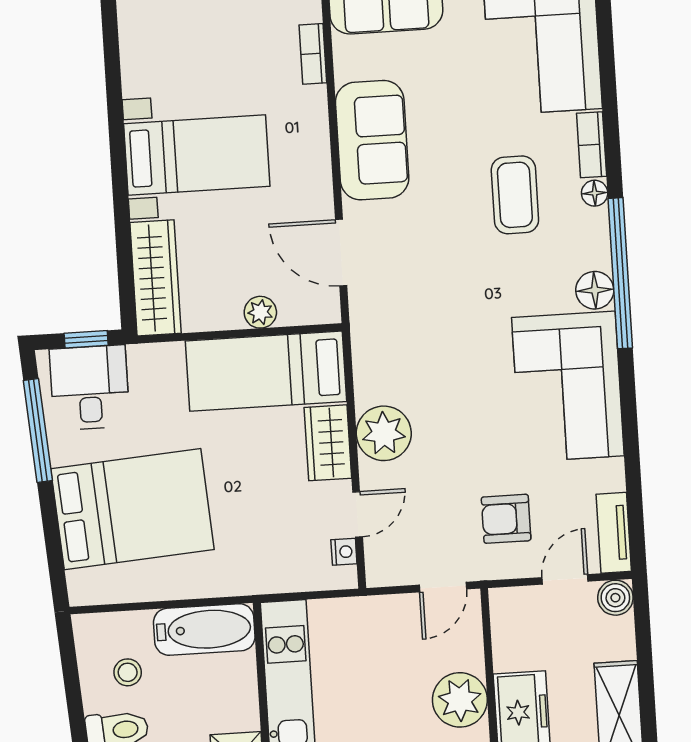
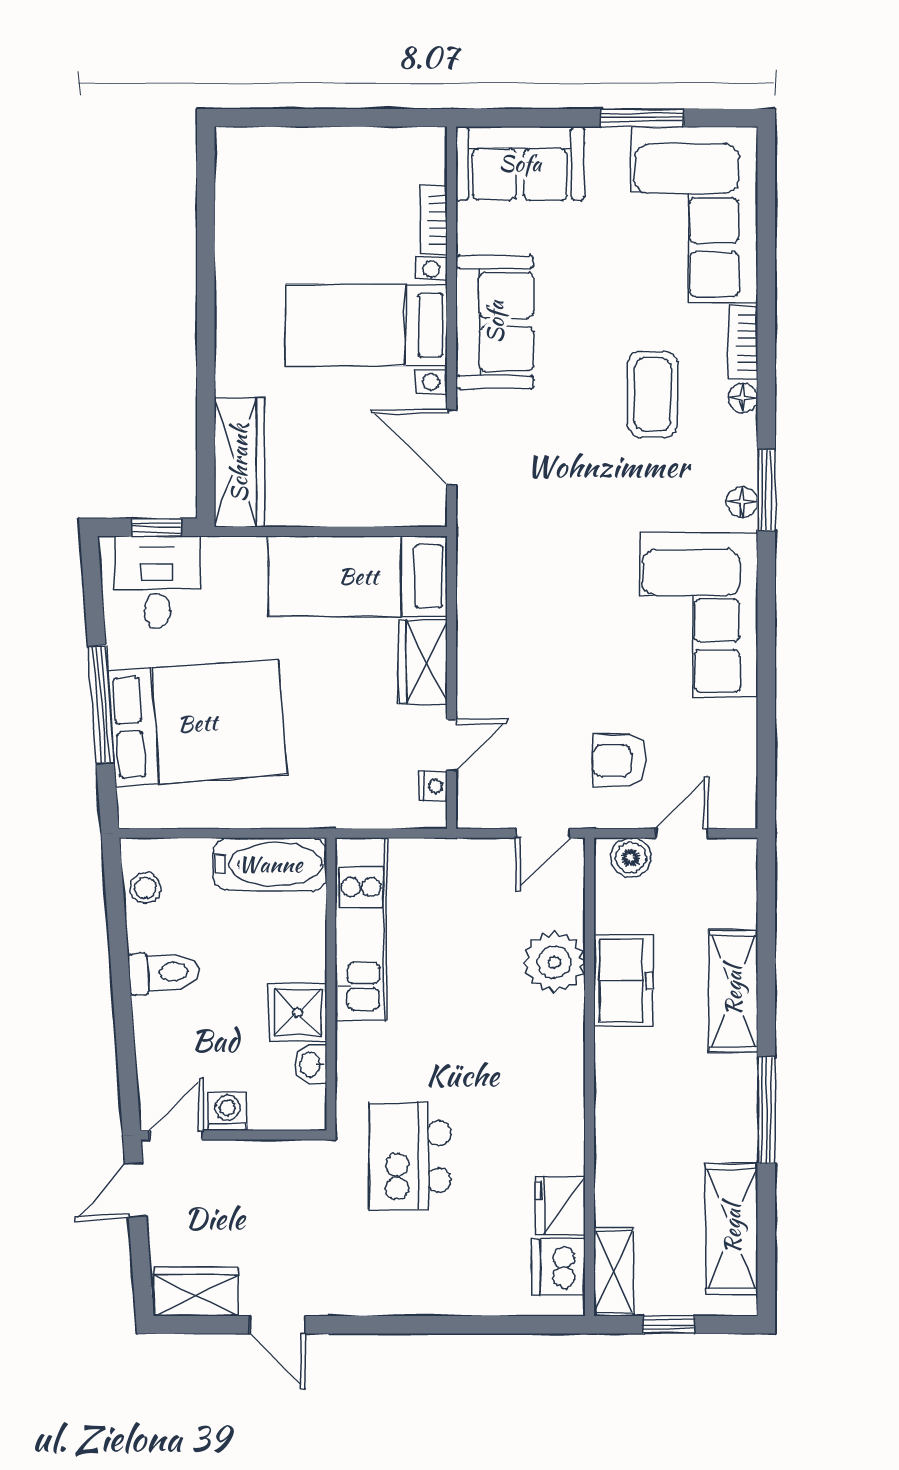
bed with nightstands: (197, 155) -> (367, 325), moved, turned 180
window: (620, 273) -> (766, 490), width x0.47
floor lamp: (595, 290) -> (742, 502), width x0.73, depth x0.73
plant: (260, 312) -> (356, 509), removed
window: (38, 430) -> (101, 704), moved
plant: (384, 433) -> (487, 655), removed
tv unit: (614, 533) -> (740, 784), removed
boiler: (615, 598) -> (631, 858), moved
stool: (128, 672) -> (146, 888), moved

